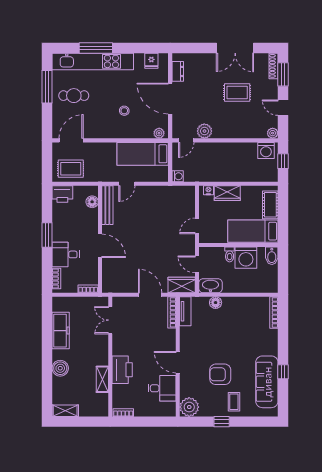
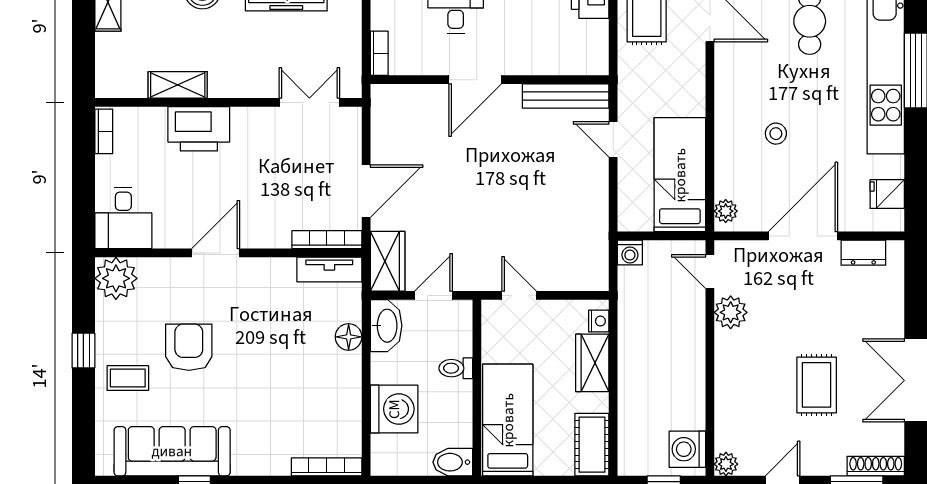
floor lamp: (92, 202) -> (573, 62), removed
cot: (270, 205) -> (592, 445), moved, turned 90
washing machine: (246, 258) -> (394, 409), moved, turned 180
desk: (162, 388) -> (123, 218), moved

